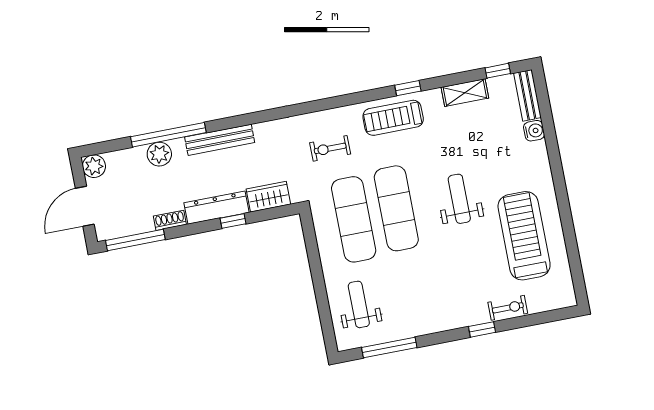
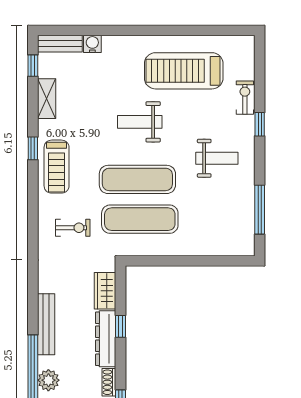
exercise bike: (330, 148) -> (73, 228), turned -90
weight bench: (359, 304) -> (217, 158), moved, turned 180

